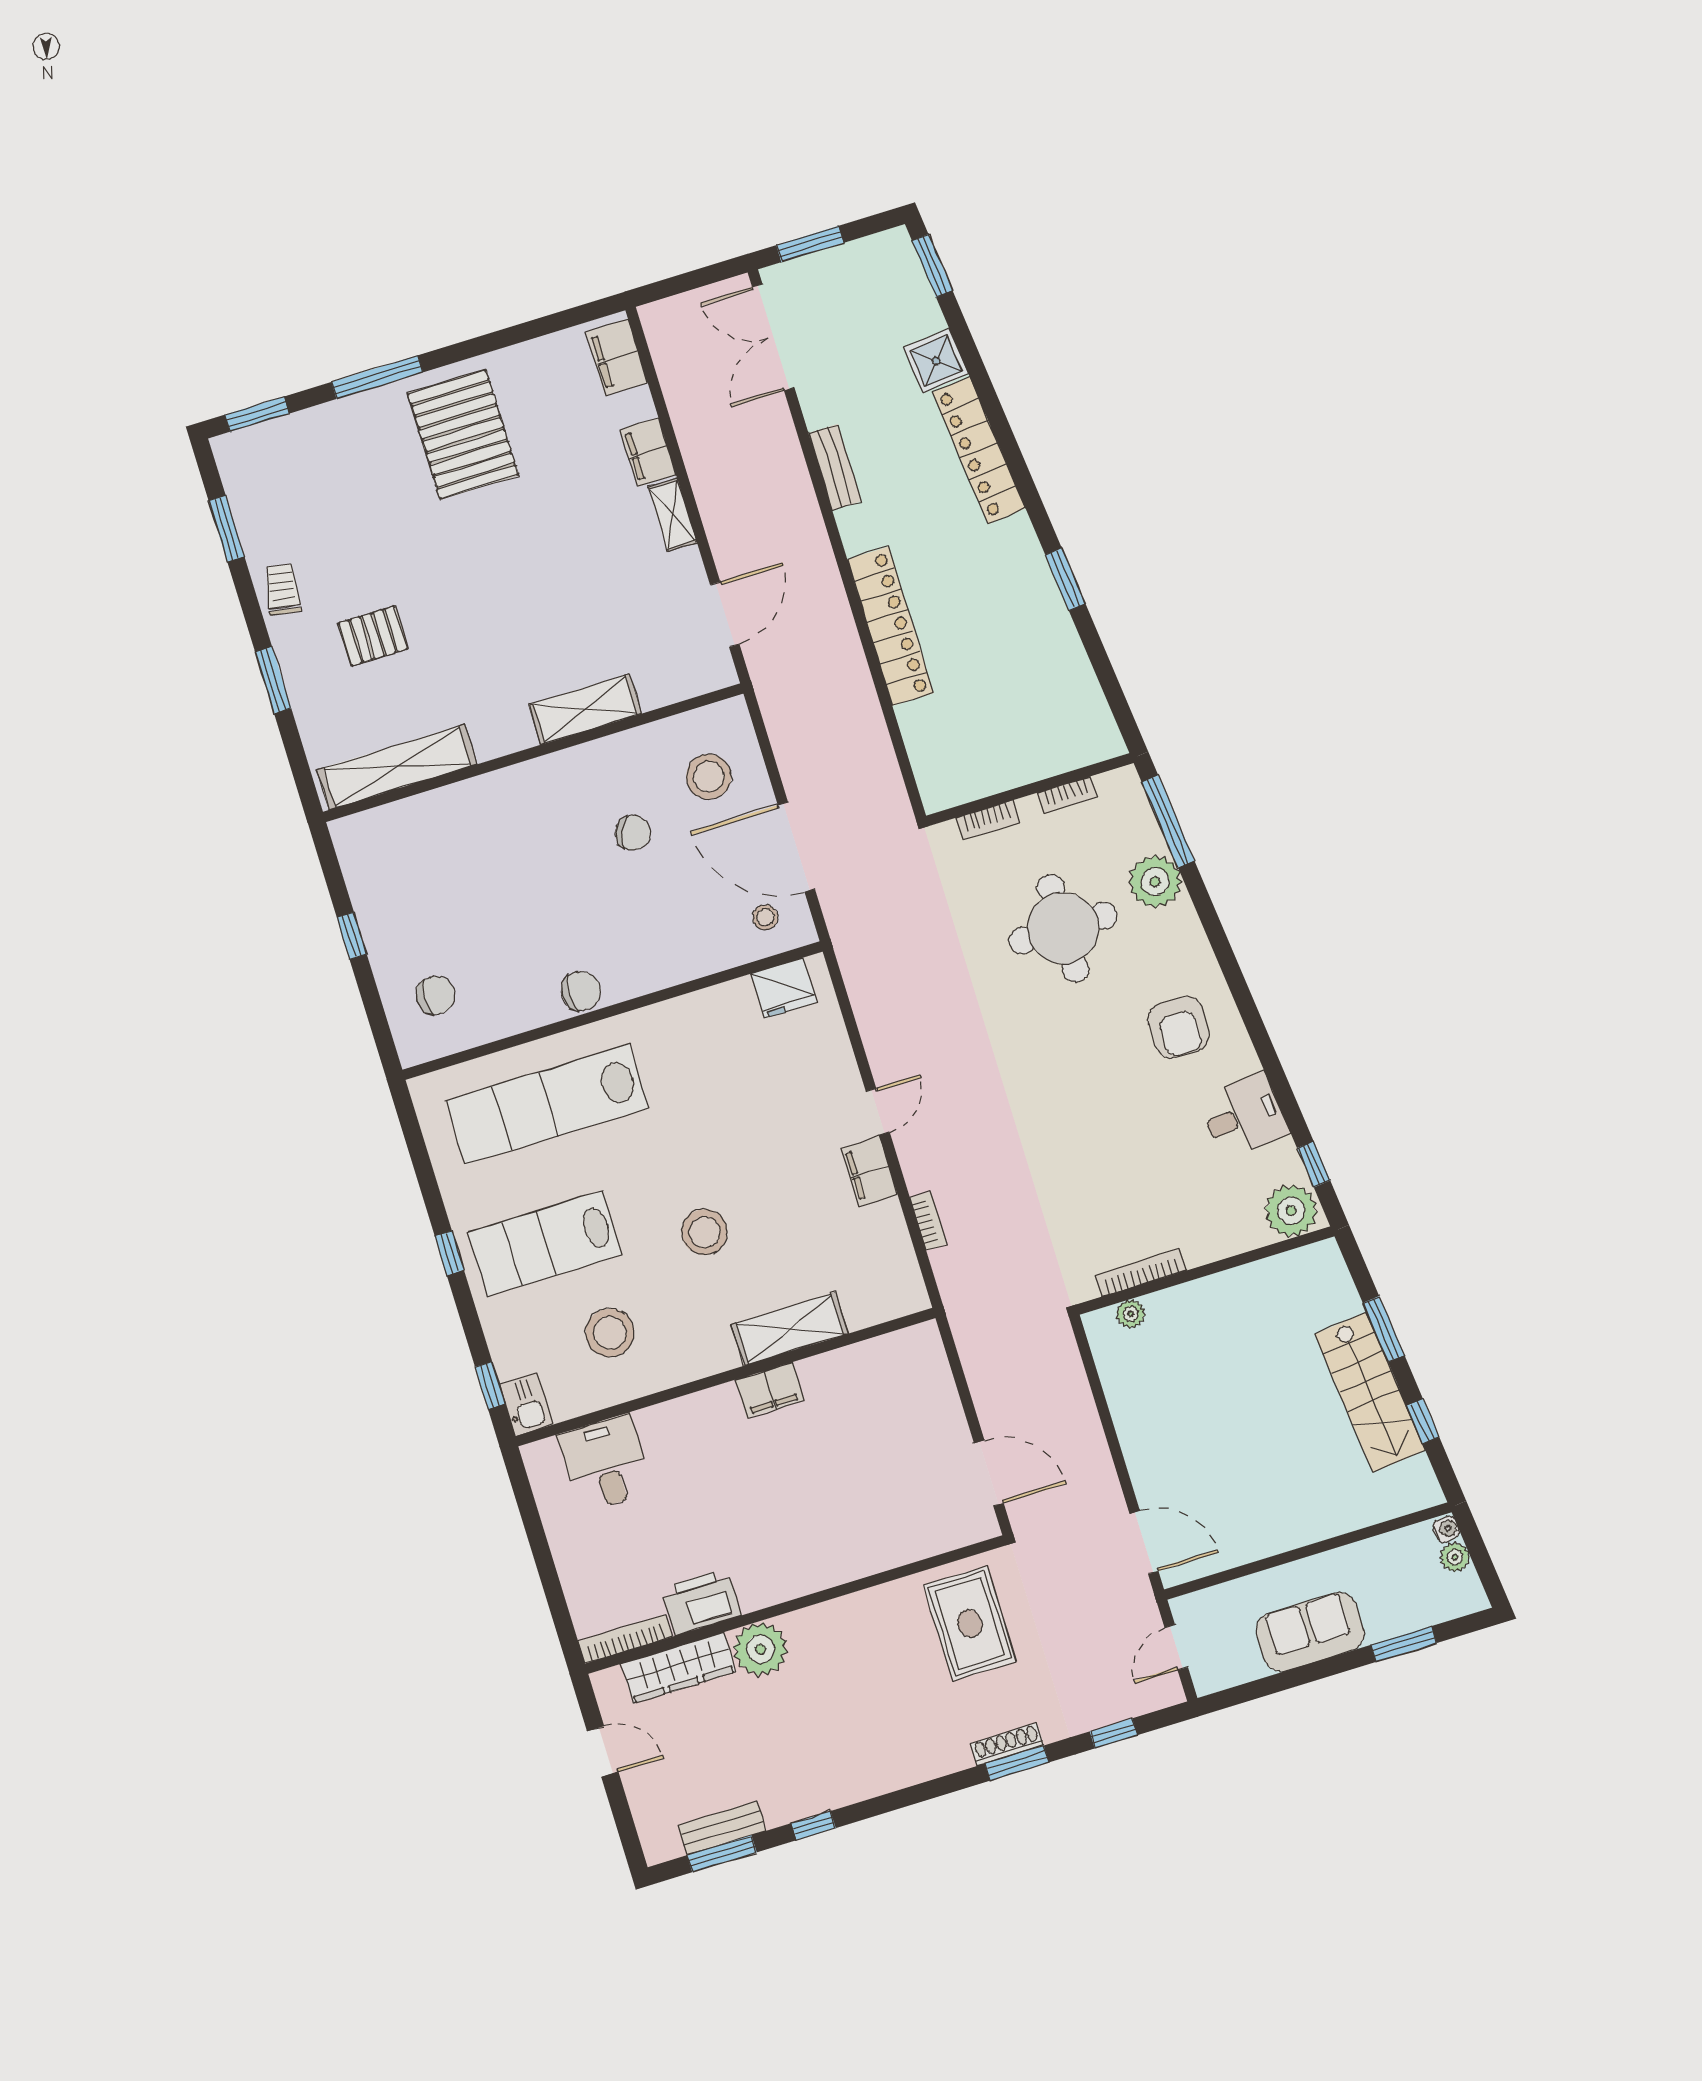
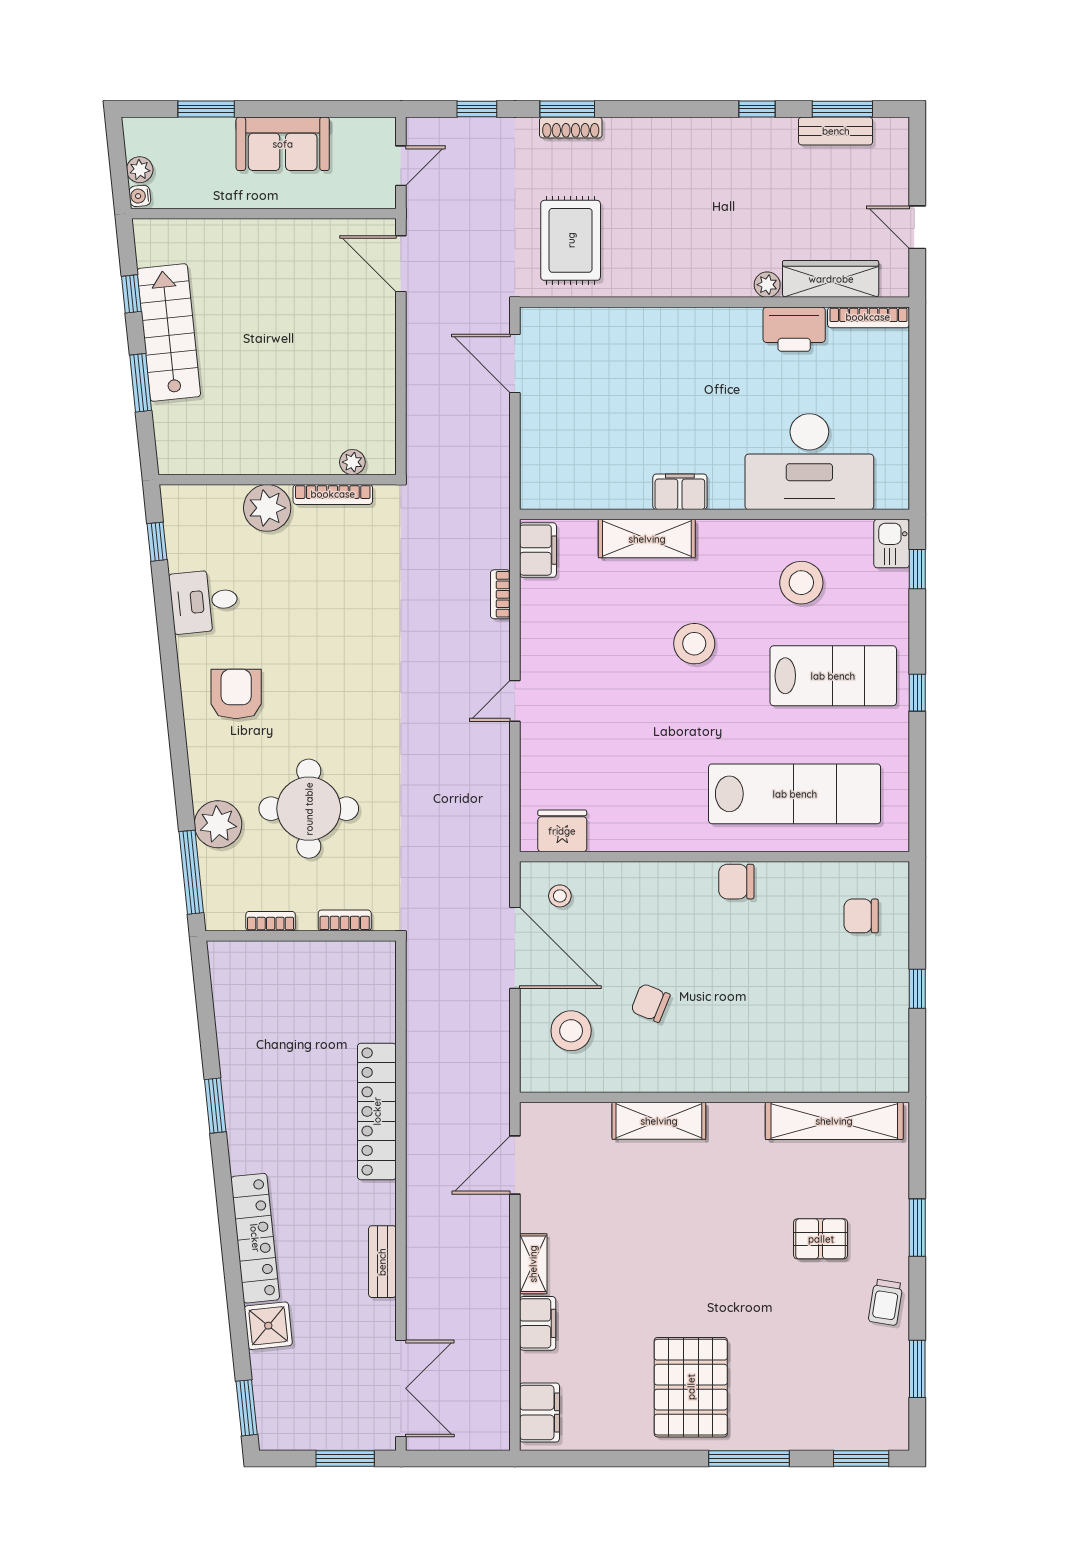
filing cabinet: (869, 1172) -> (538, 550), moved
plant: (1291, 1211) -> (267, 508), moved
desk: (605, 1463) -> (809, 462), width x1.87, depth x1.30
plant: (760, 1649) -> (767, 285), width x0.53, depth x0.53

